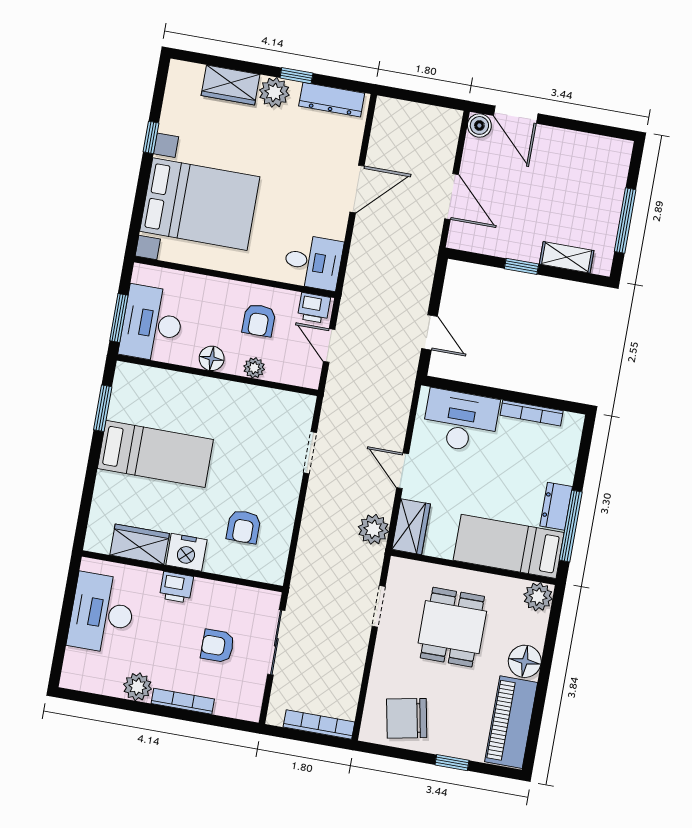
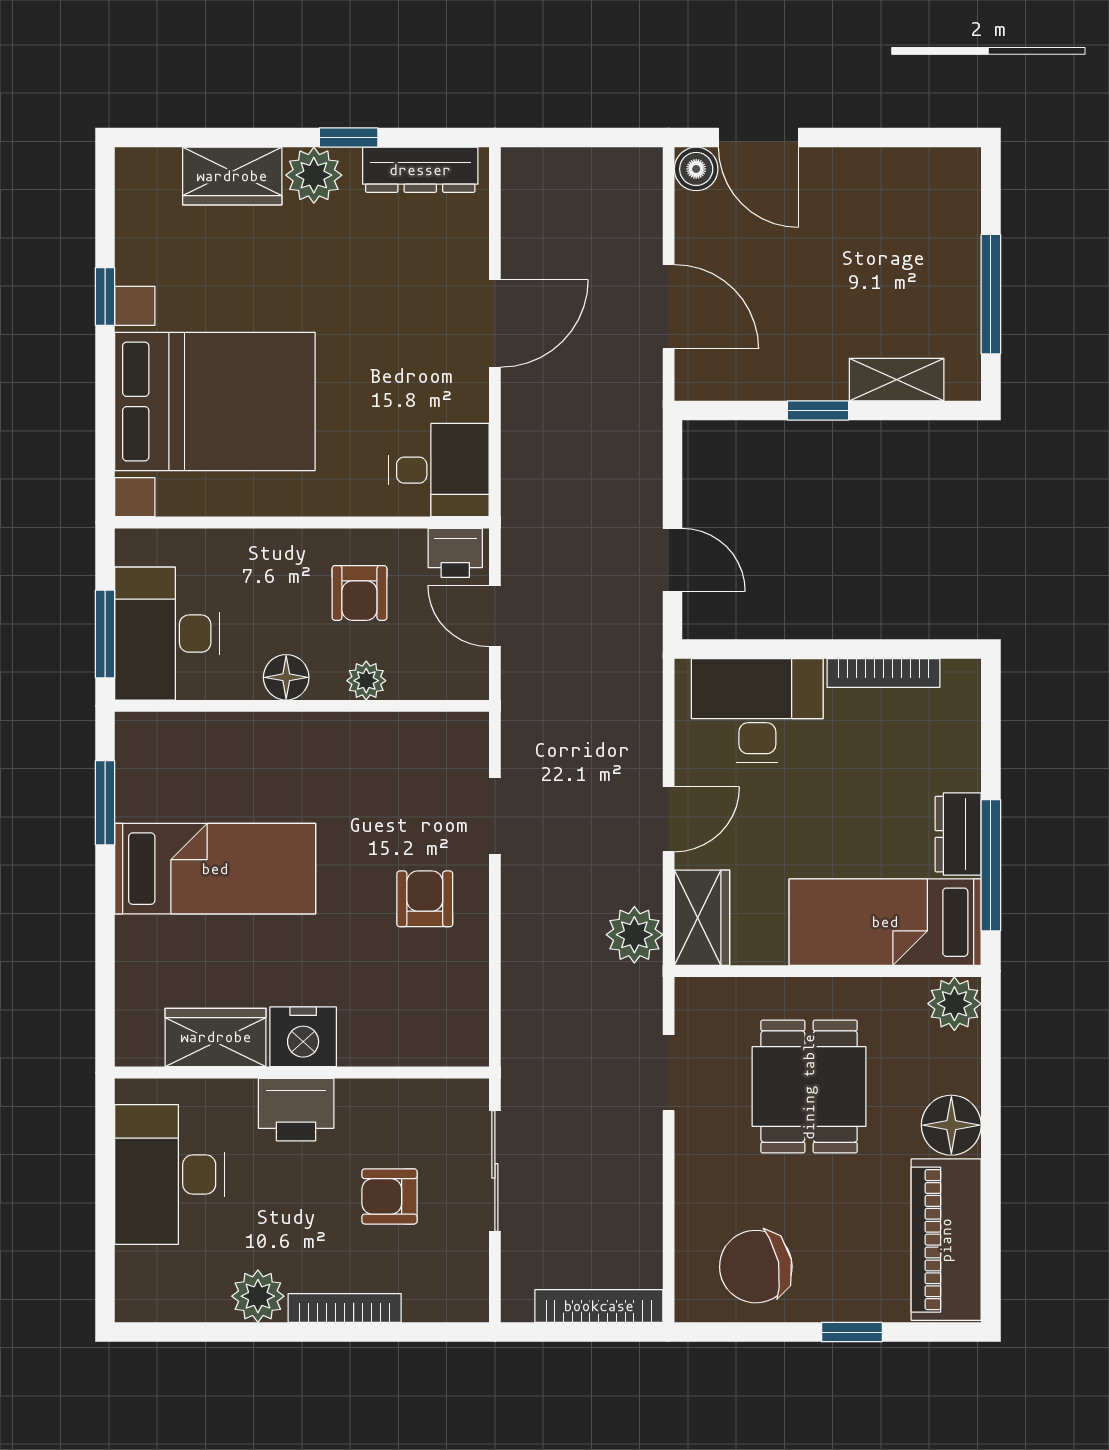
door: (403, 471) -> (669, 819), swing flipped
armchair: (244, 527) -> (425, 899), moved, turned 180
printer: (176, 587) -> (296, 1110), width x1.36, depth x1.24

